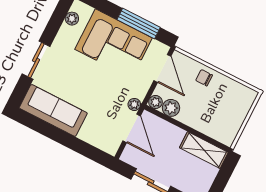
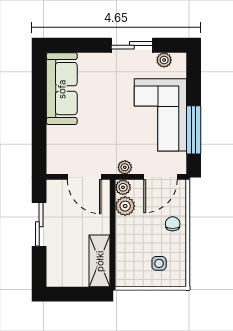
sliding door: (36, 60) -> (132, 45), moved
plant: (134, 104) -> (125, 167), moved
side table: (230, 104) -> (159, 263), added
door: (132, 128) -> (84, 177), hinge flipped

